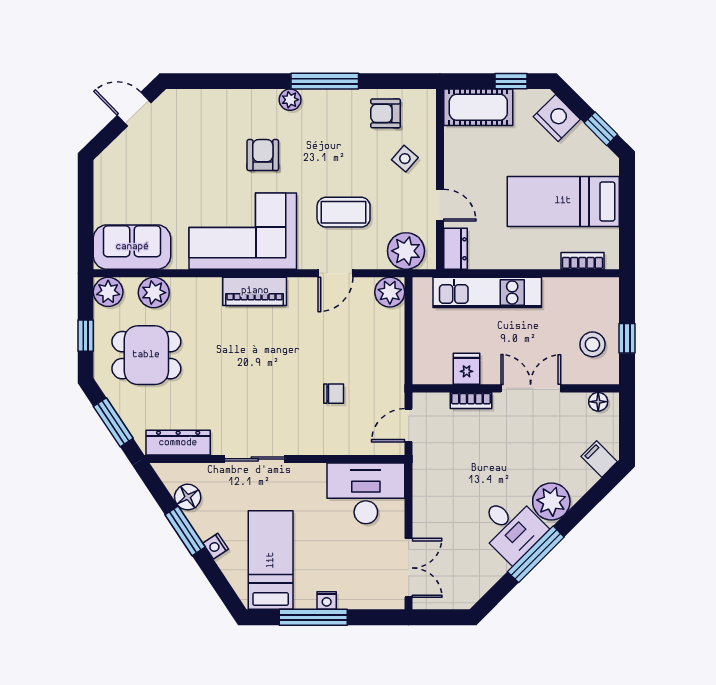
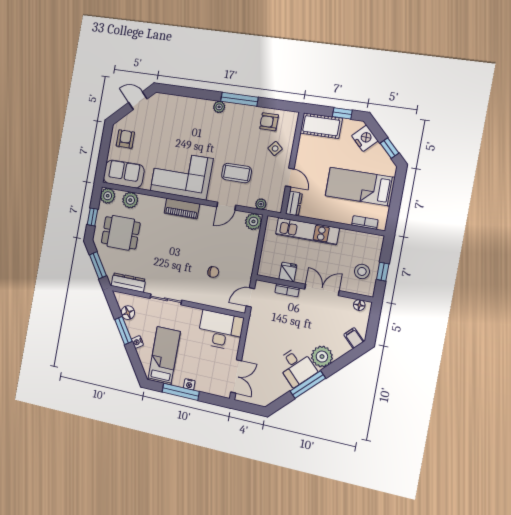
armchair: (263, 155) -> (125, 139), moved
plant: (406, 251) -> (261, 204), width x0.53, depth x0.53

